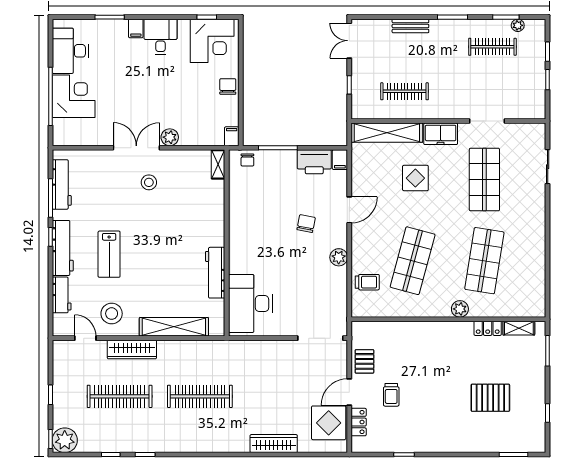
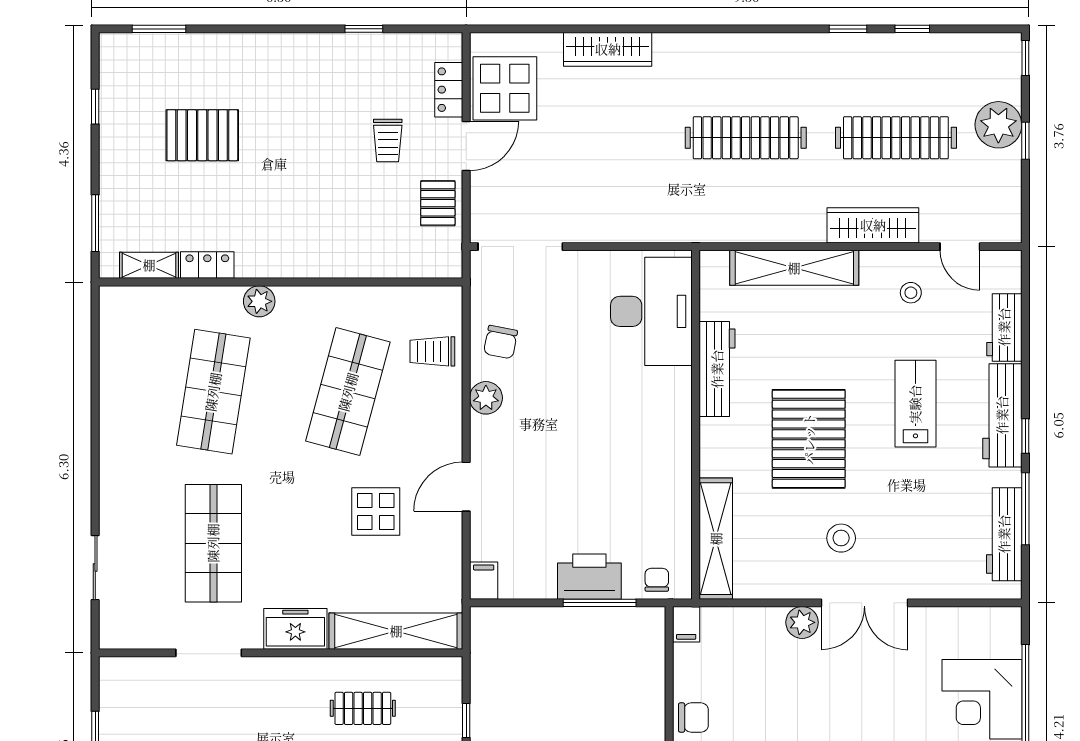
chair: (228, 86) -> (693, 718), turned -90
clothes rail: (405, 91) -> (363, 708), width x0.73
printer: (314, 162) -> (589, 577), moved
shelving: (218, 164) -> (716, 539), width x2.20, depth x1.33
display table: (415, 178) -> (376, 511), moved
chair: (306, 223) -> (501, 342), moved
pallet: (166, 235) -> (809, 439), added
stool: (112, 314) -> (911, 293), width x0.53, depth x0.53
trolley: (391, 395) -> (388, 141), turned 180
plant: (65, 440) -> (998, 125), moved

